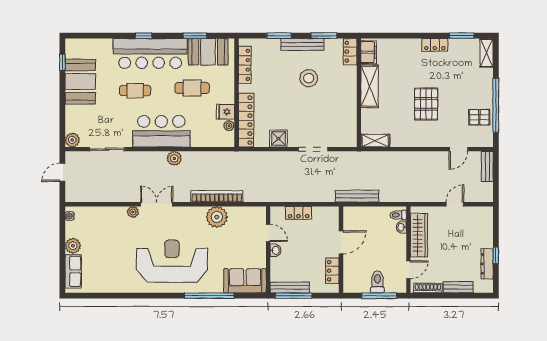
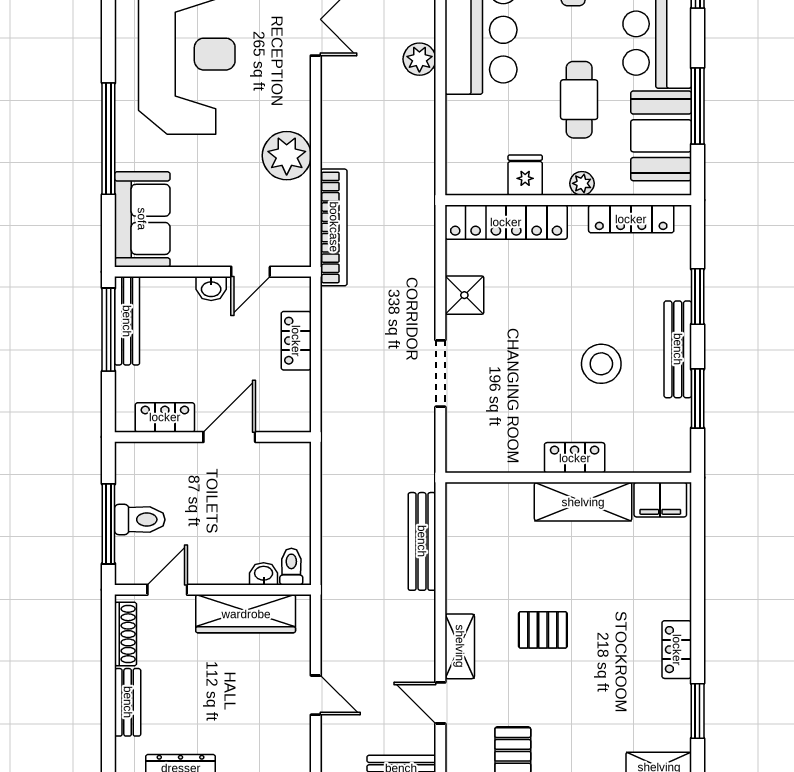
window: (195, 36) -> (698, 106), width x1.44
locker: (350, 52) -> (575, 458), moved
pallet: (426, 104) -> (543, 630), width x0.67, depth x0.71
plant: (229, 126) -> (582, 183), moved
shelving: (375, 141) -> (460, 646), moved
bookcase: (217, 196) -> (334, 227), moved
bench: (357, 196) -> (422, 541), moved
door: (341, 242) -> (229, 437), swing flipped
door: (408, 270) -> (167, 590), swing flipped

